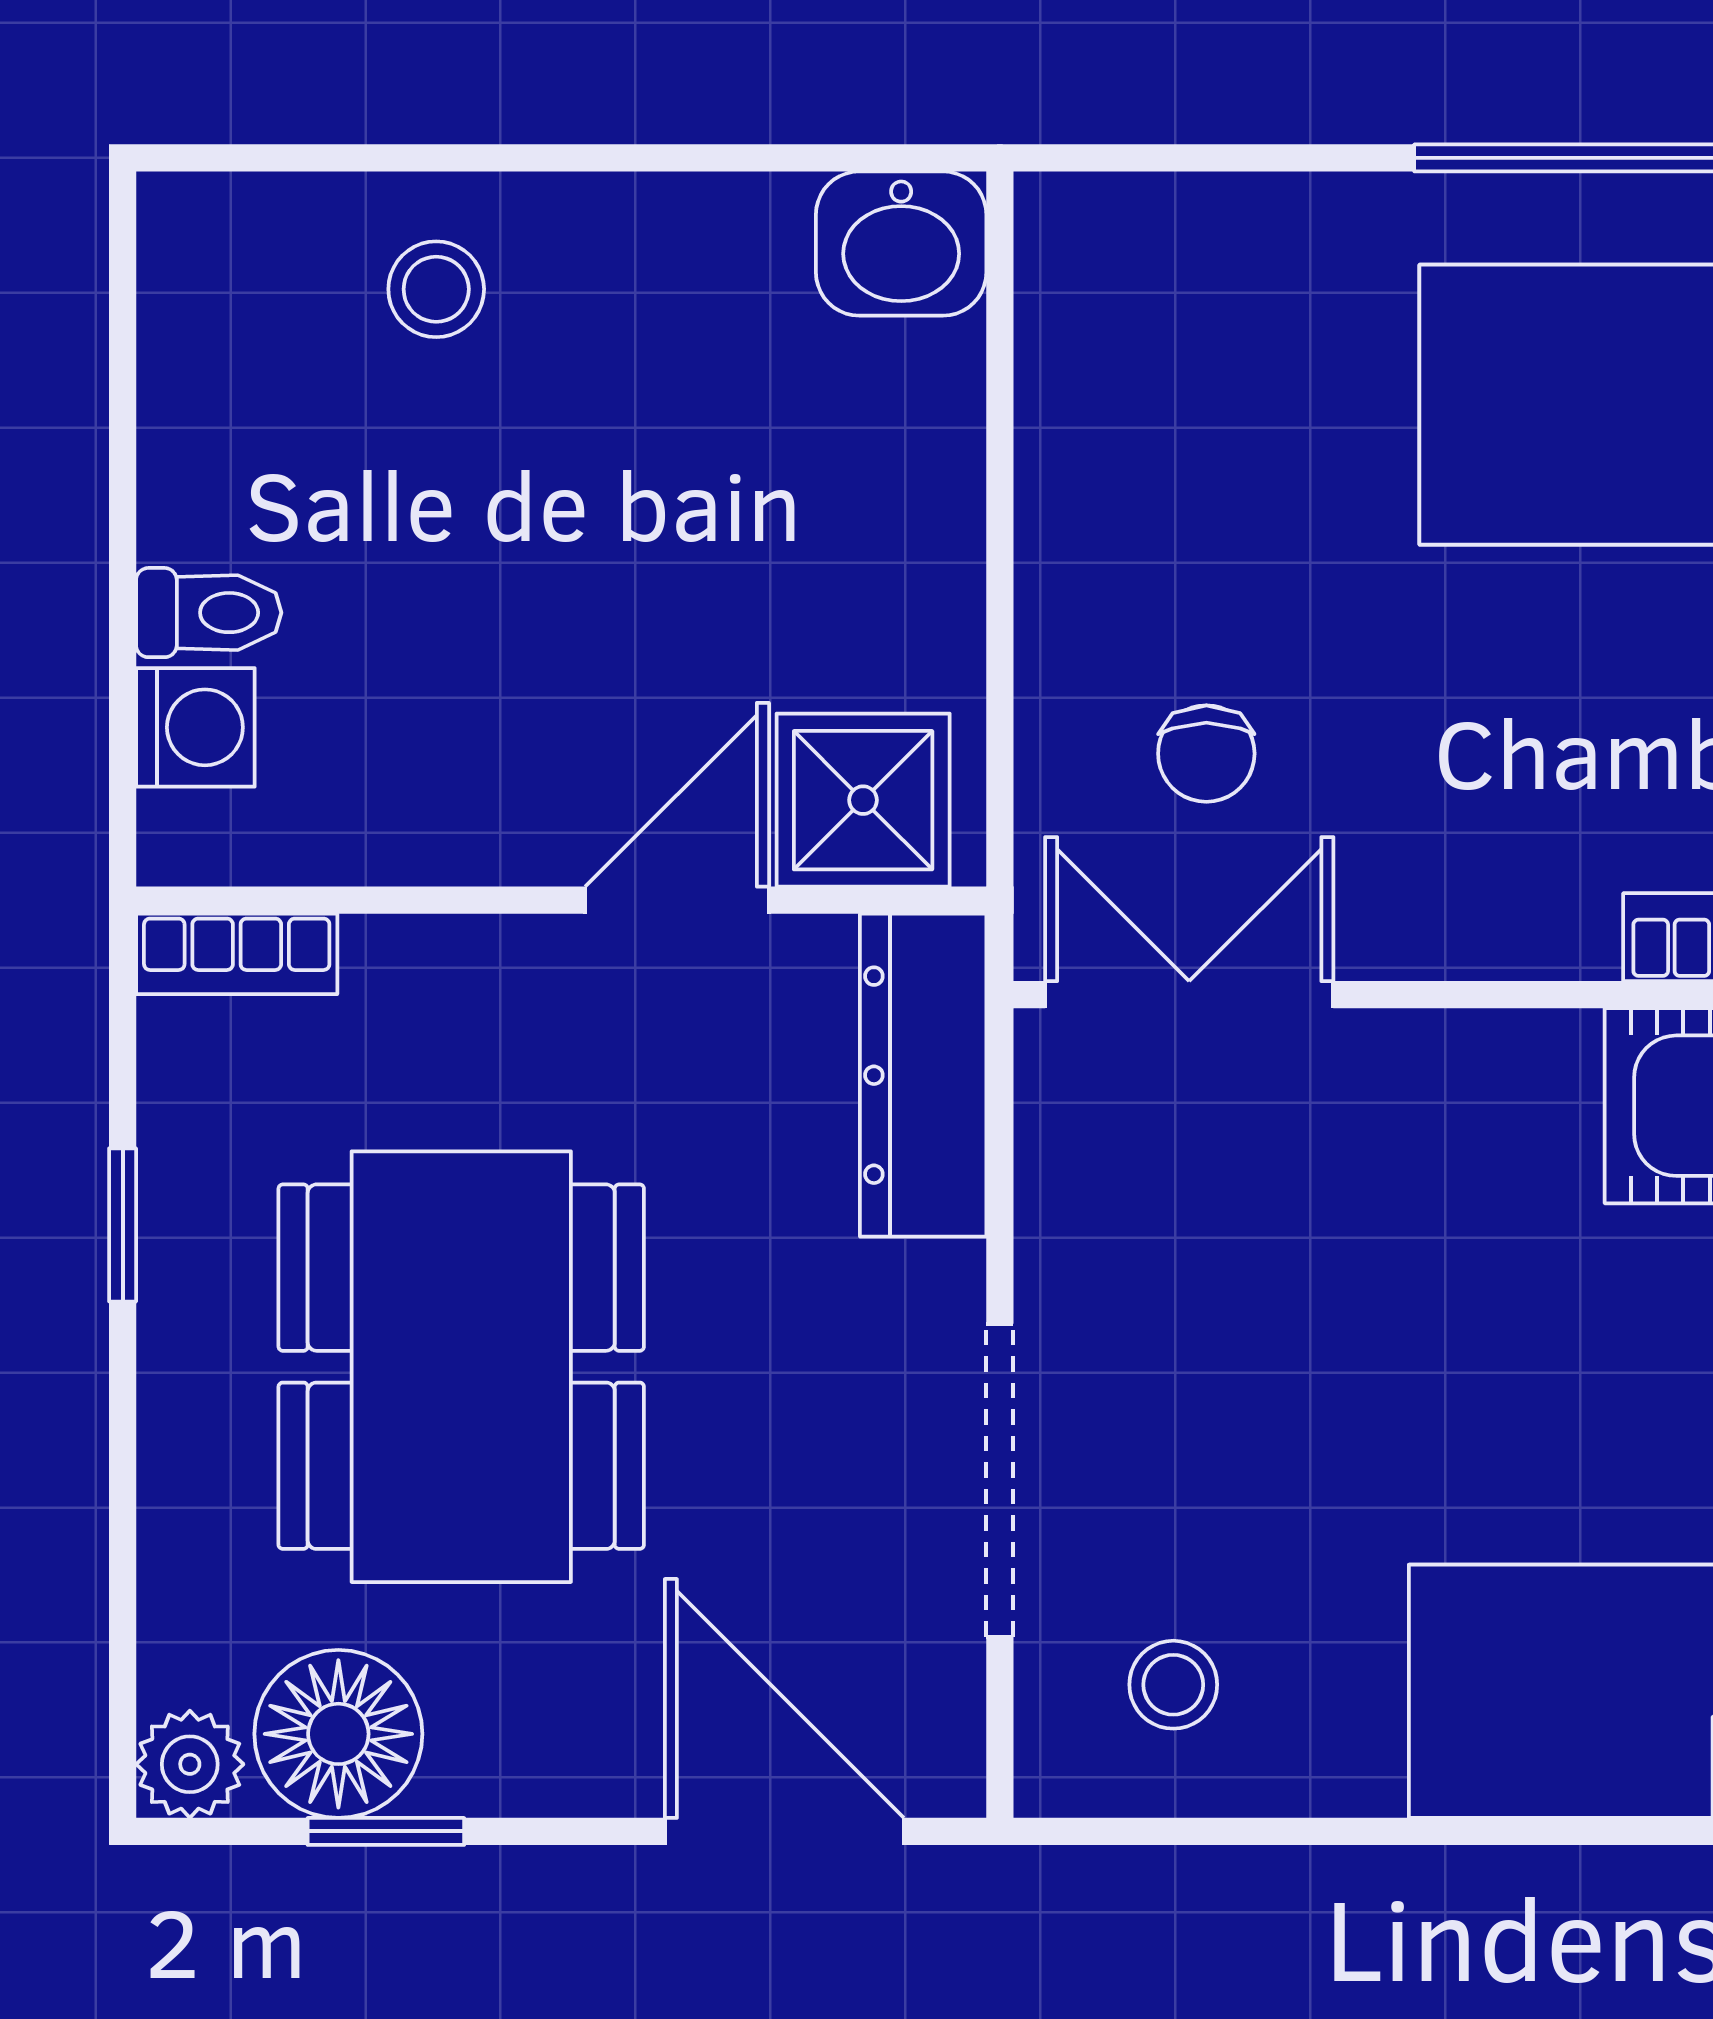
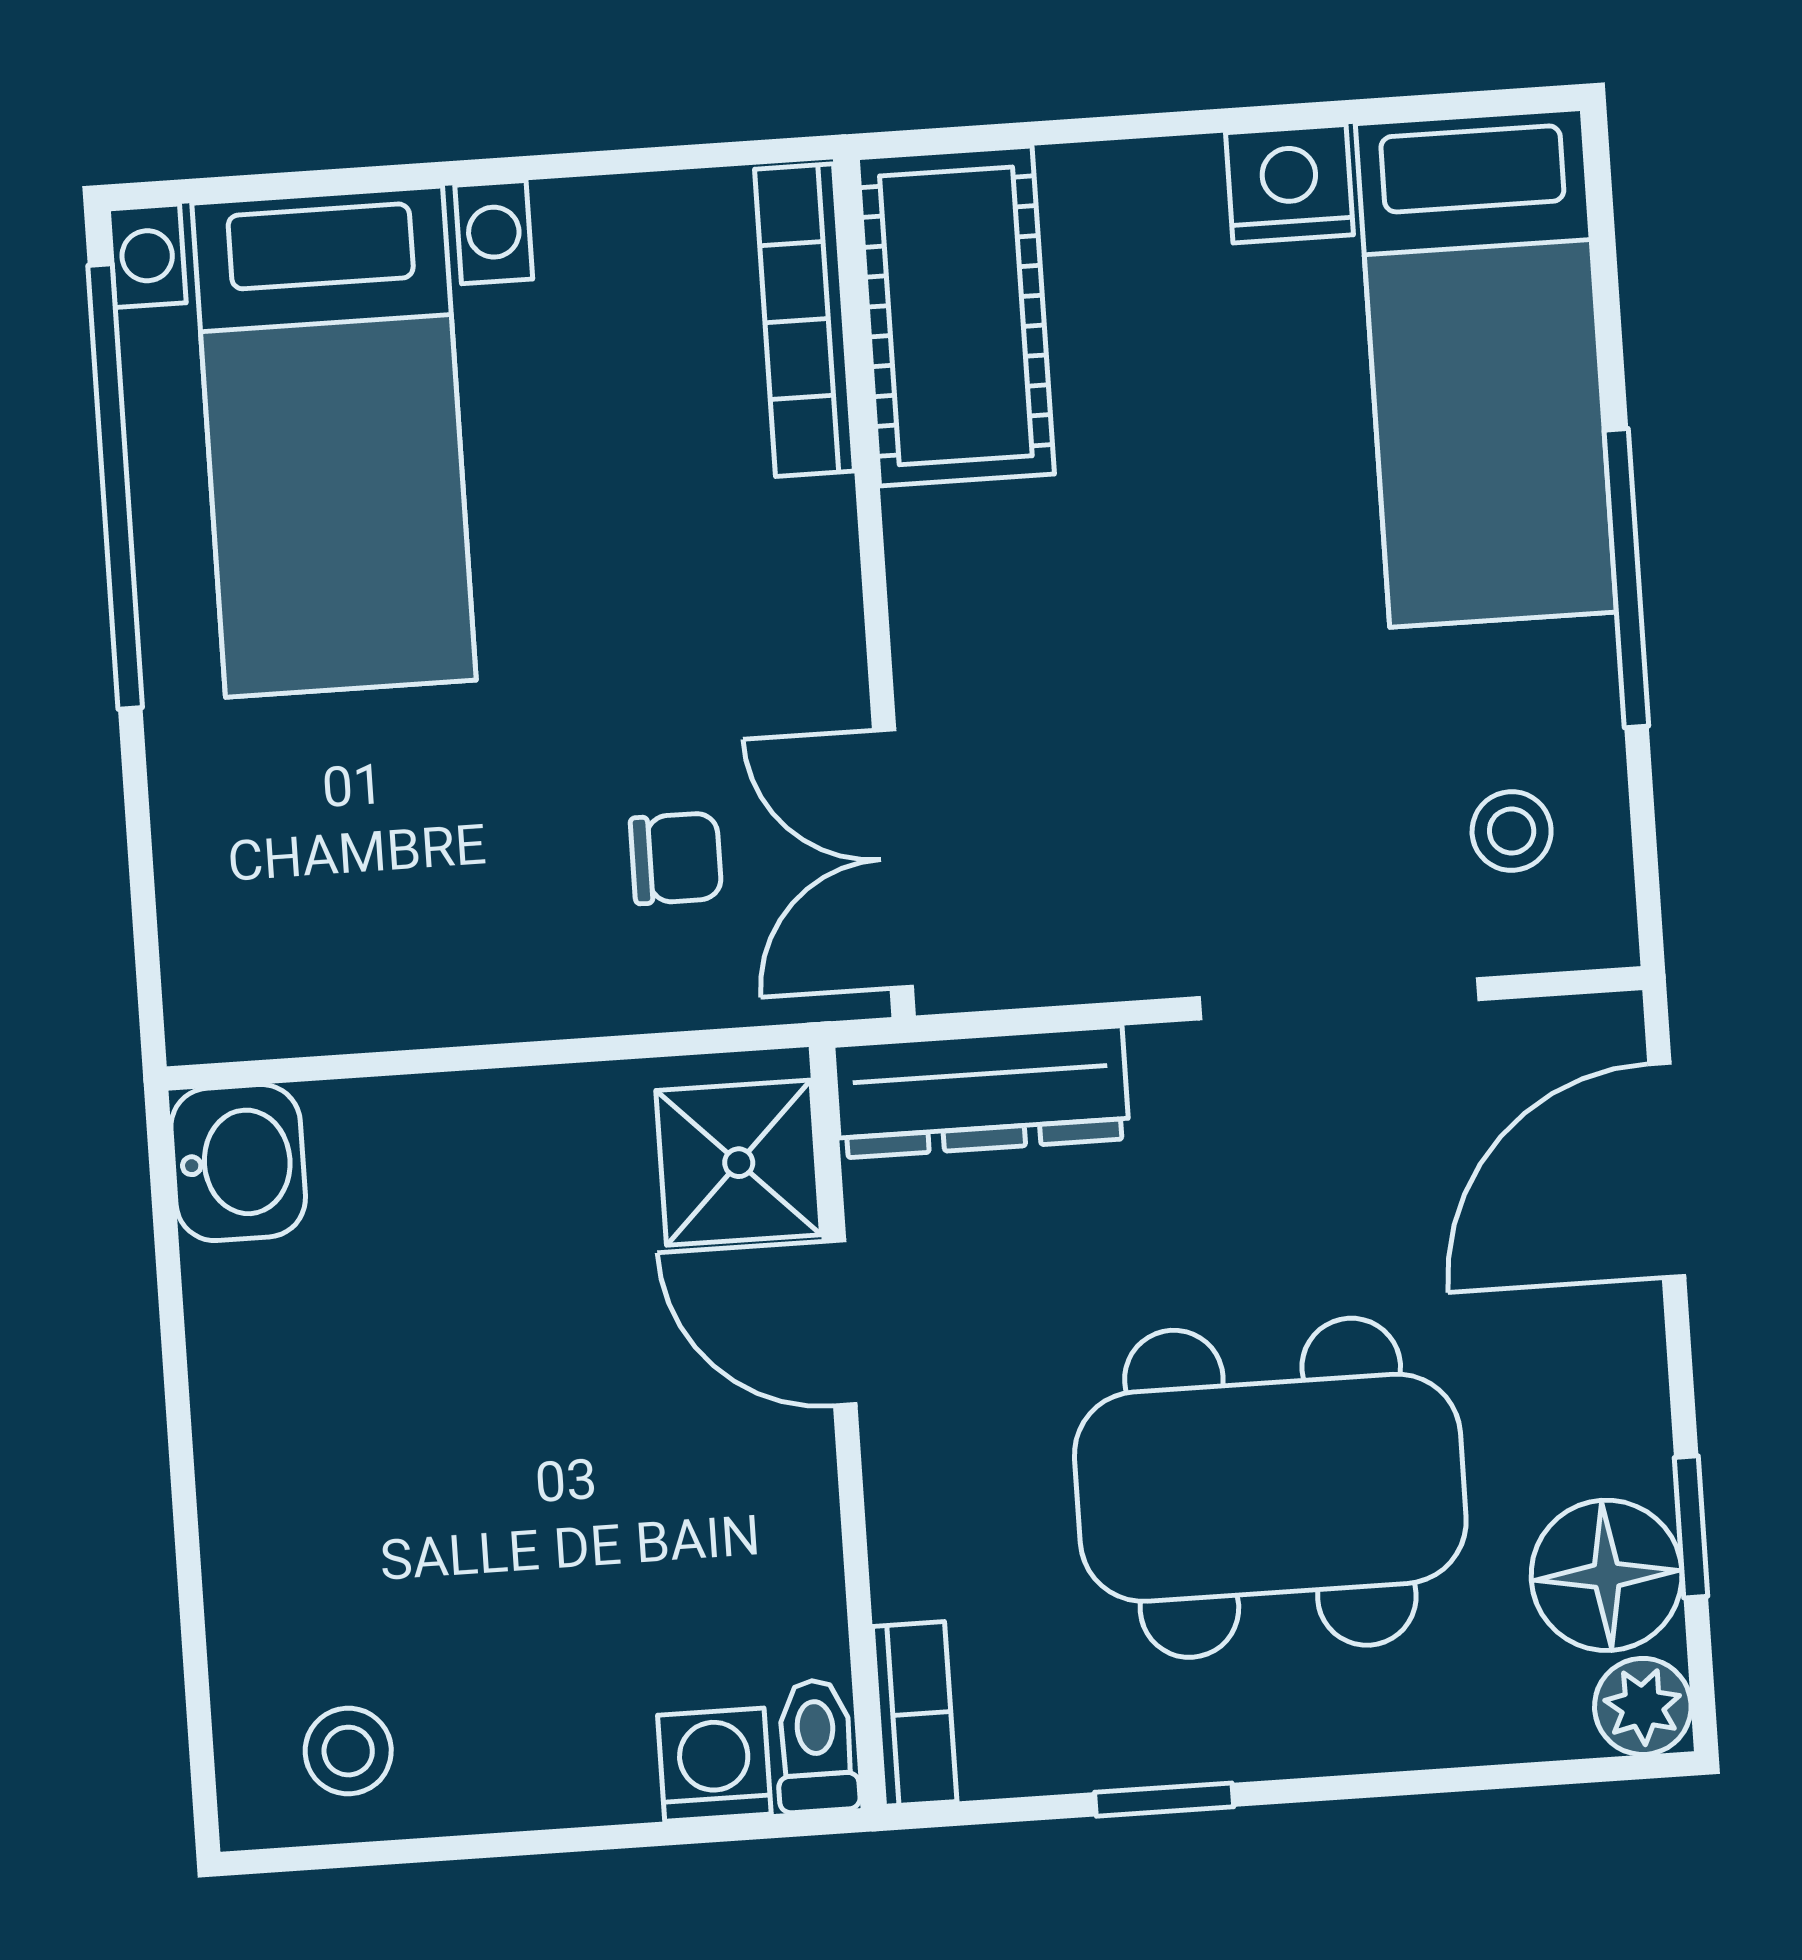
stool: (436, 289) -> (348, 1751), moved
toilet: (209, 613) -> (816, 1746), moved
window: (1446, 1831) -> (1626, 578), added

